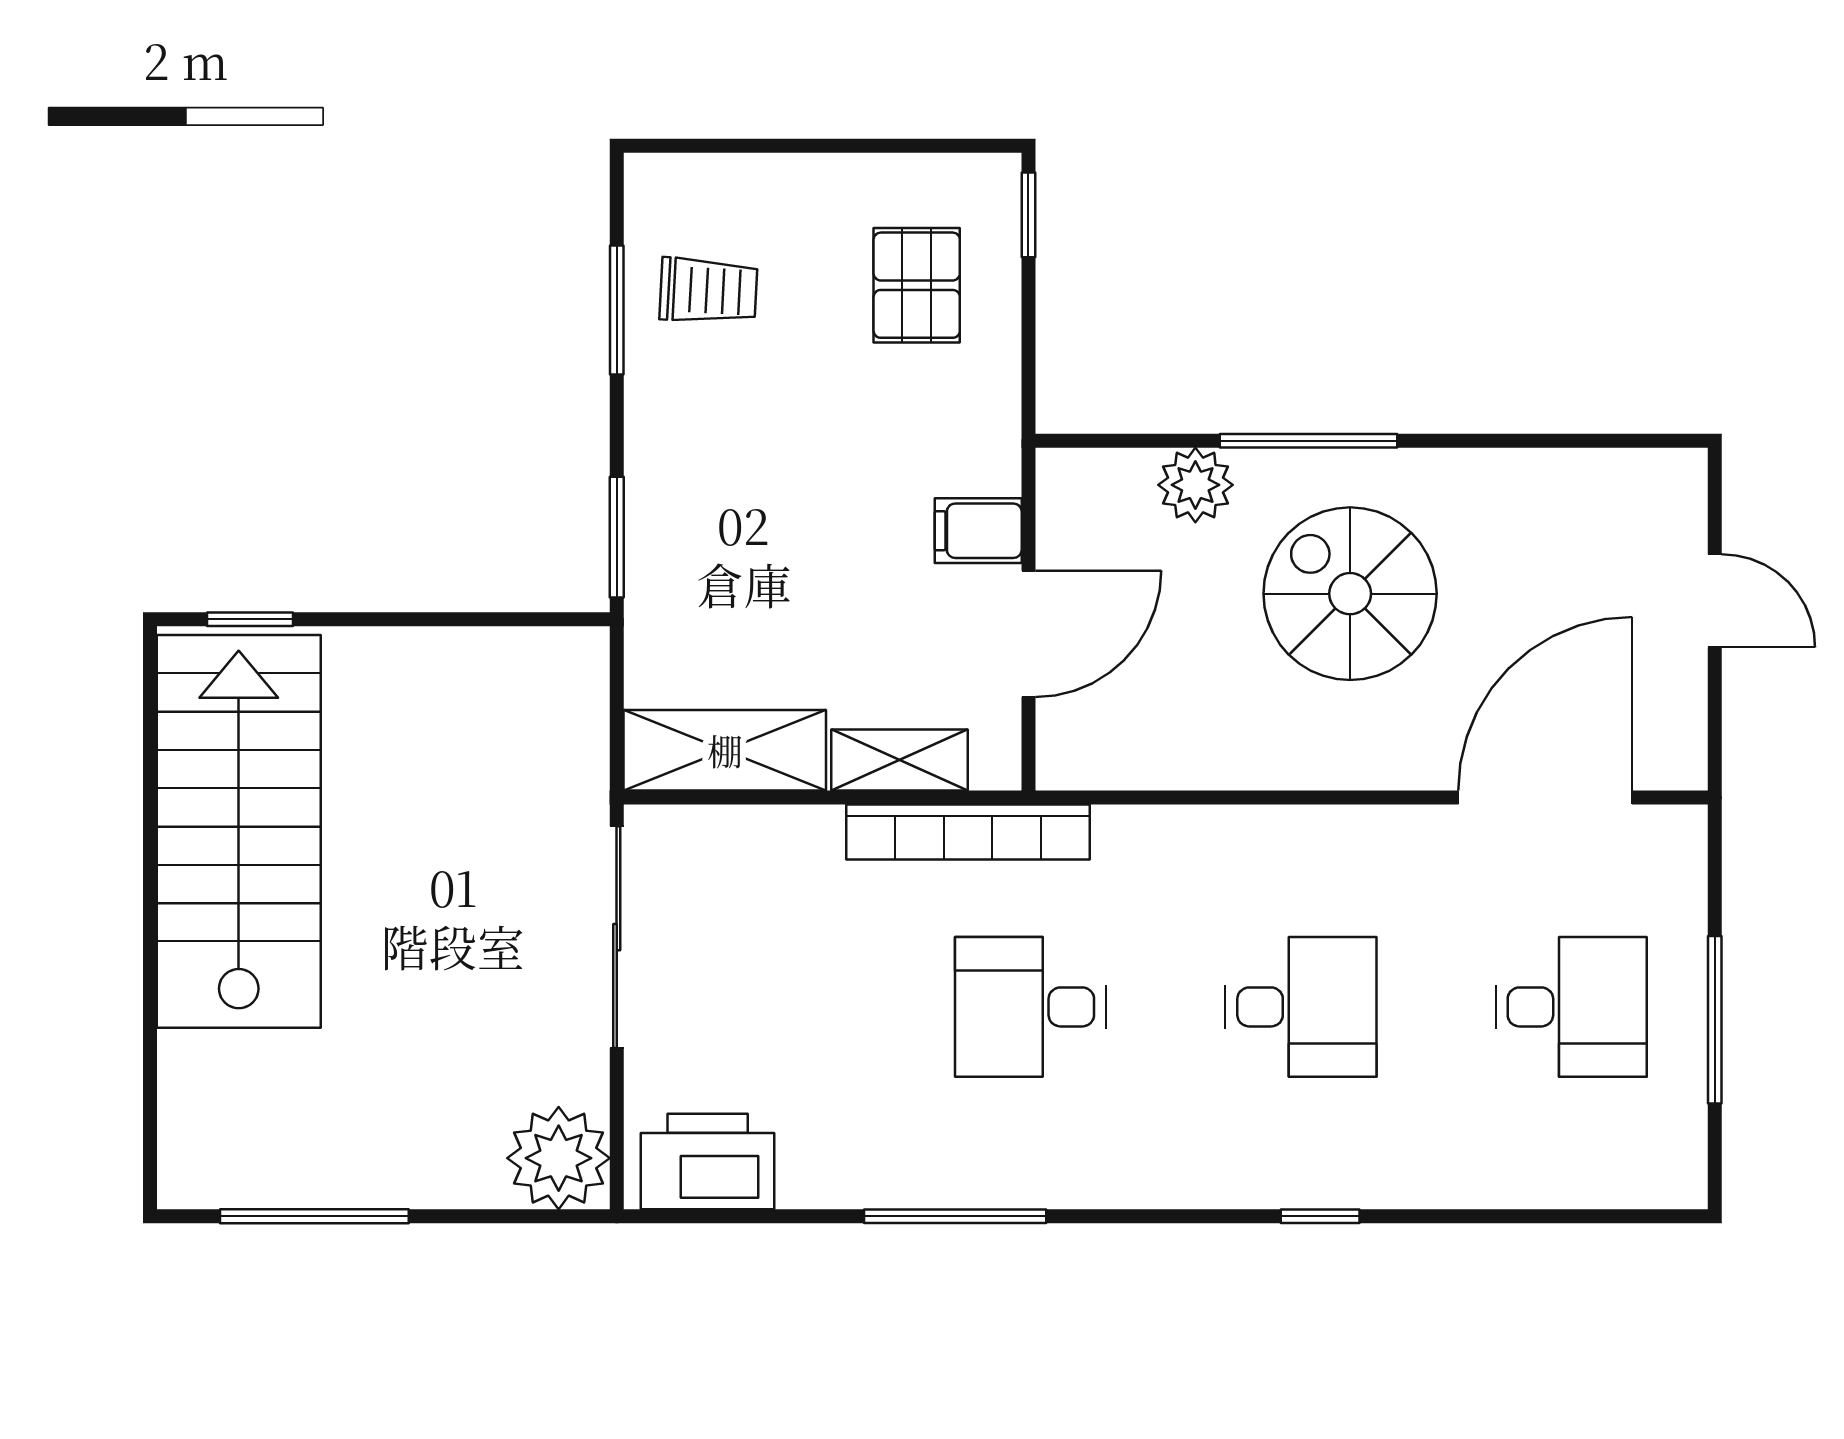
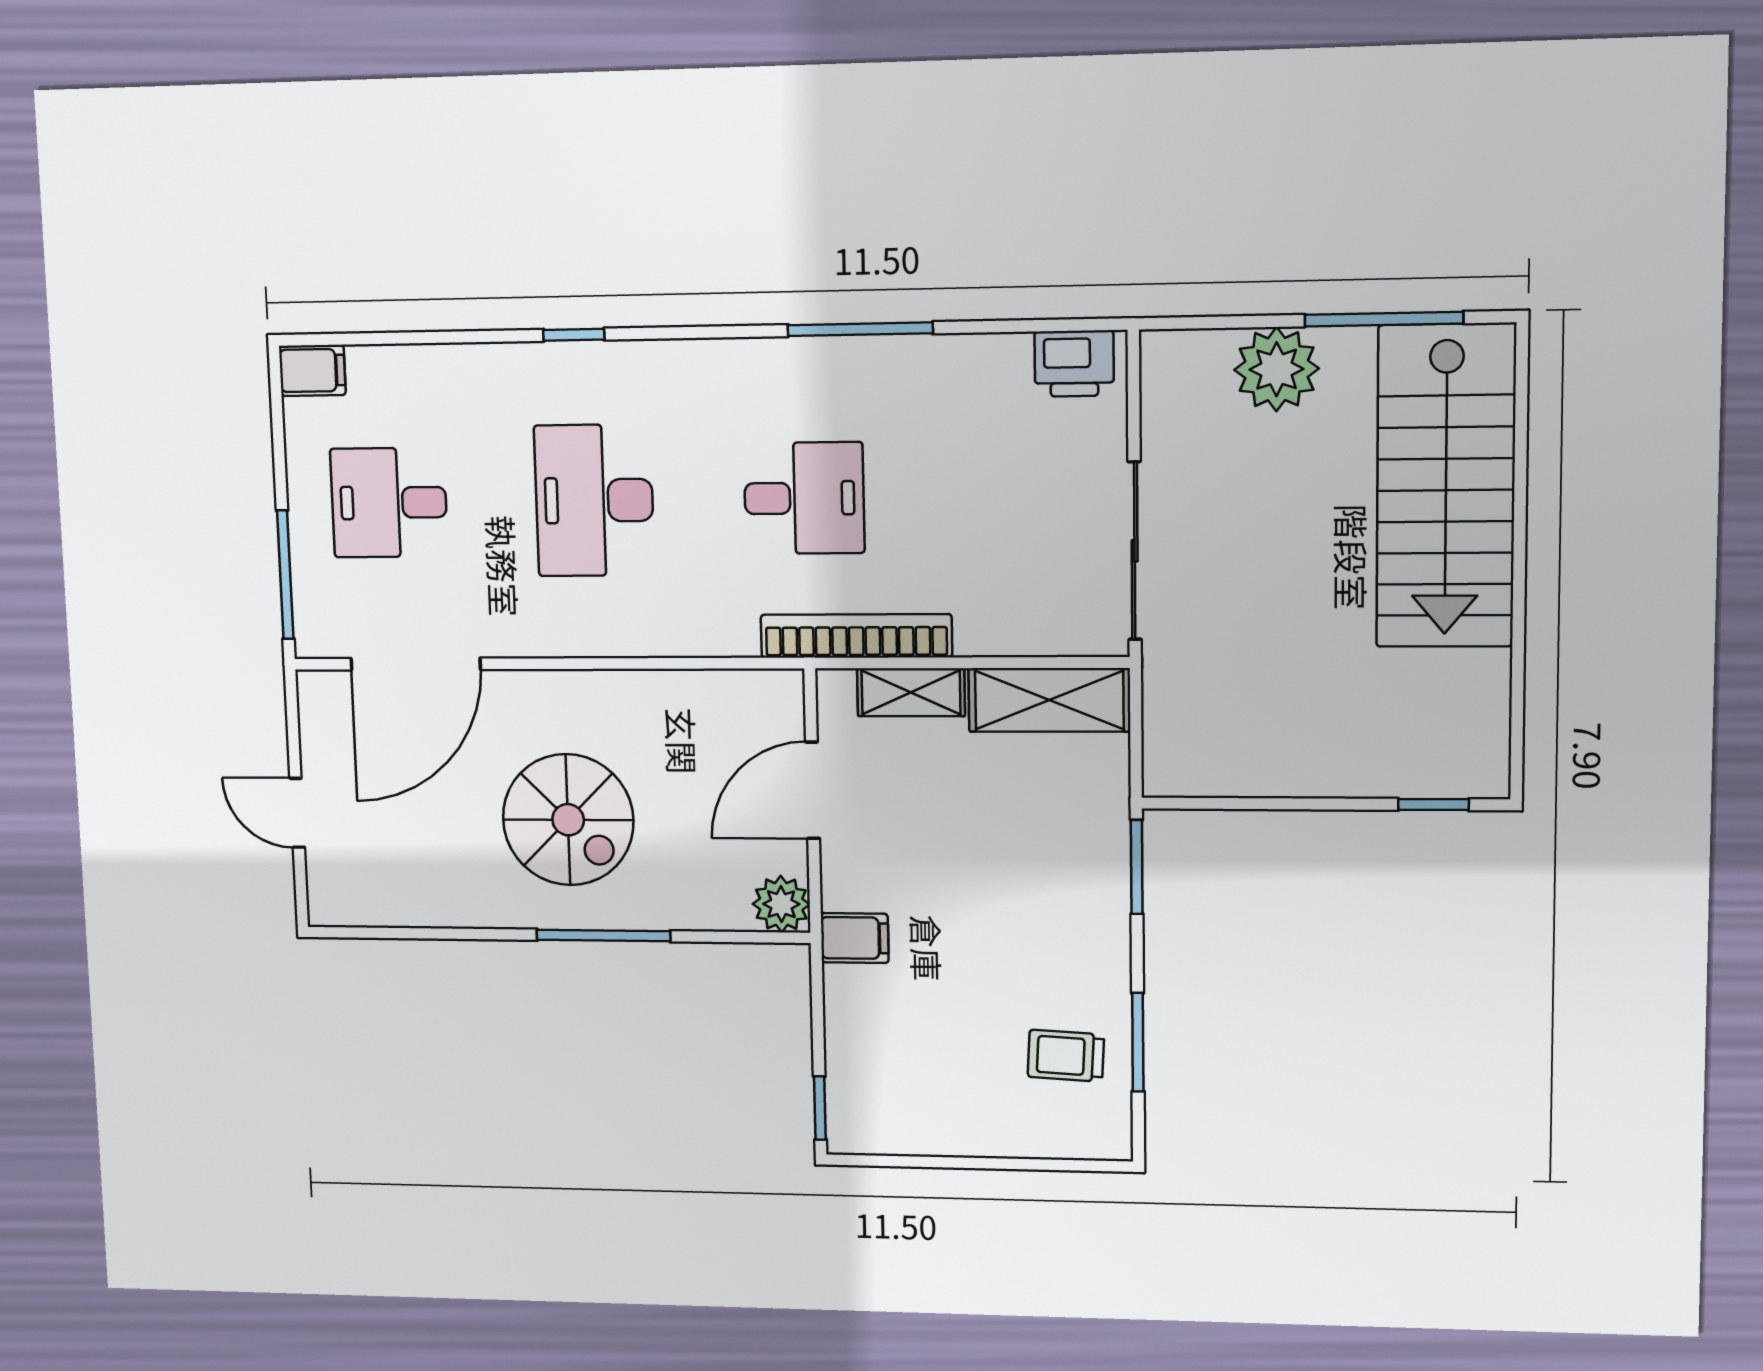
pallet: (917, 285) -> (904, 1057), removed
plant: (1195, 485) -> (781, 904), moved
filing cabinet: (978, 531) -> (855, 938), moved
stairs: (239, 831) -> (1446, 486), moved
desk: (1301, 1007) -> (594, 500), width x1.37
window: (1715, 1020) -> (285, 575), moved
plant: (559, 1158) -> (1277, 369), moved
printer: (708, 1162) -> (1074, 363), width x0.73, depth x0.84
filing cabinet: (1665, 1177) -> (312, 370), added

